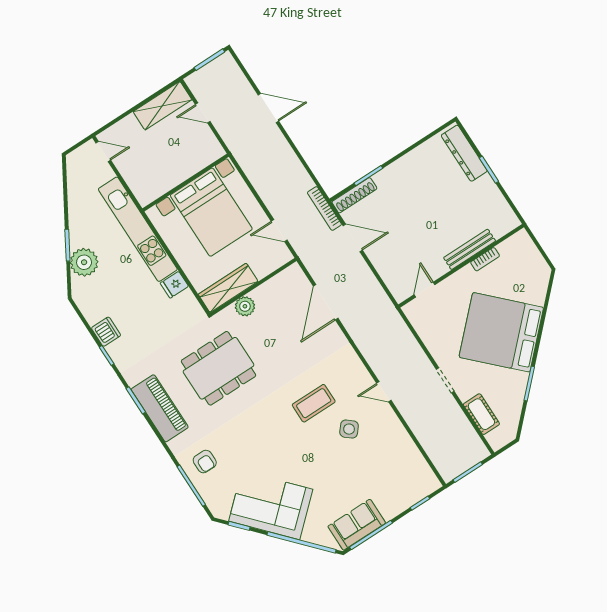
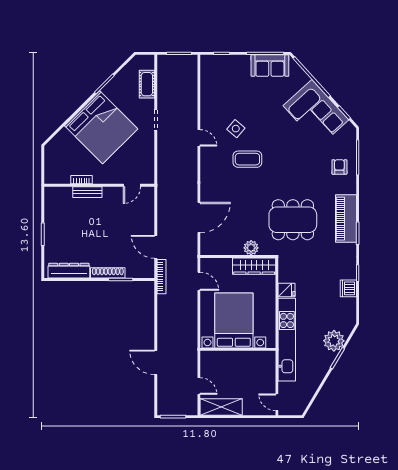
dresser: (464, 153) -> (69, 271), moved, turned -90
shoe rack: (354, 195) -> (108, 273), moved
bench: (470, 249) -> (87, 192), width x0.73

